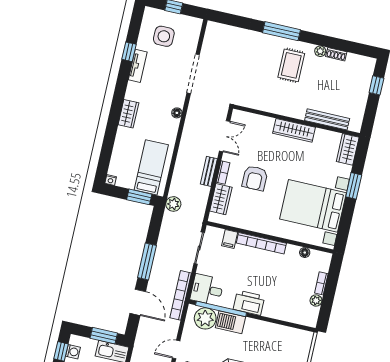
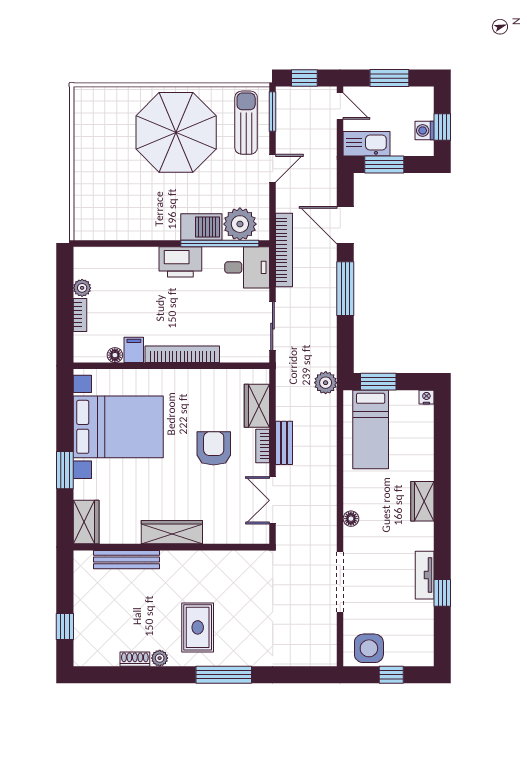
side table: (164, 36) -> (369, 648), moved
filing cabinet: (230, 239) -> (134, 350), moved

